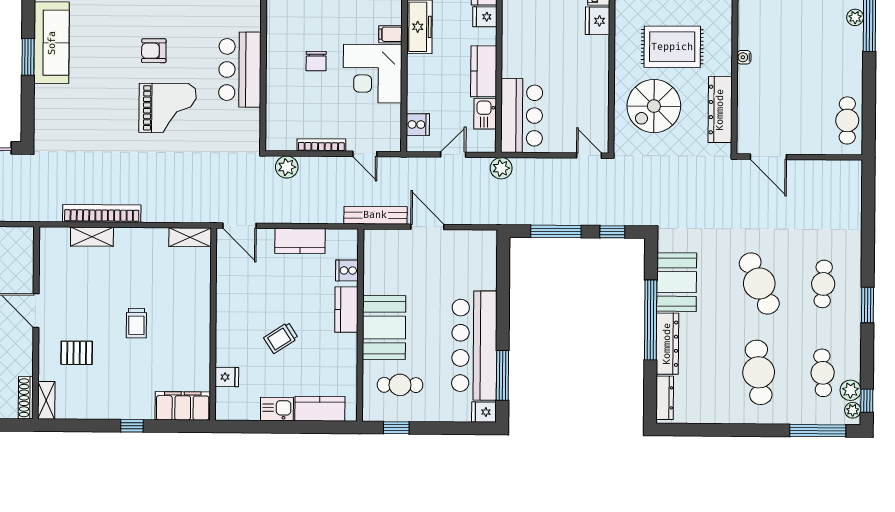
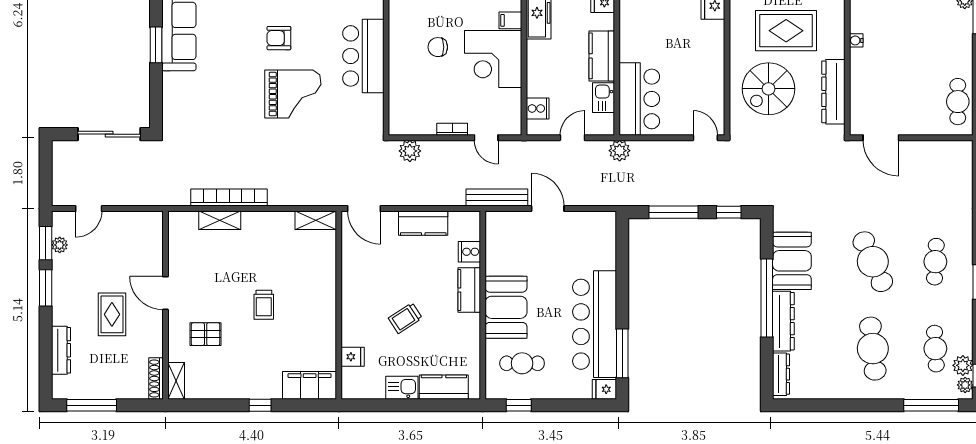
chair: (316, 61) -> (438, 47), turned 90
bookcase: (321, 145) -> (452, 129), width x0.64

